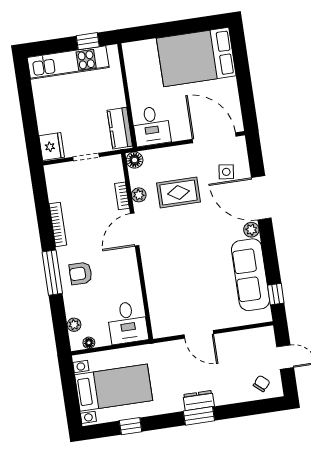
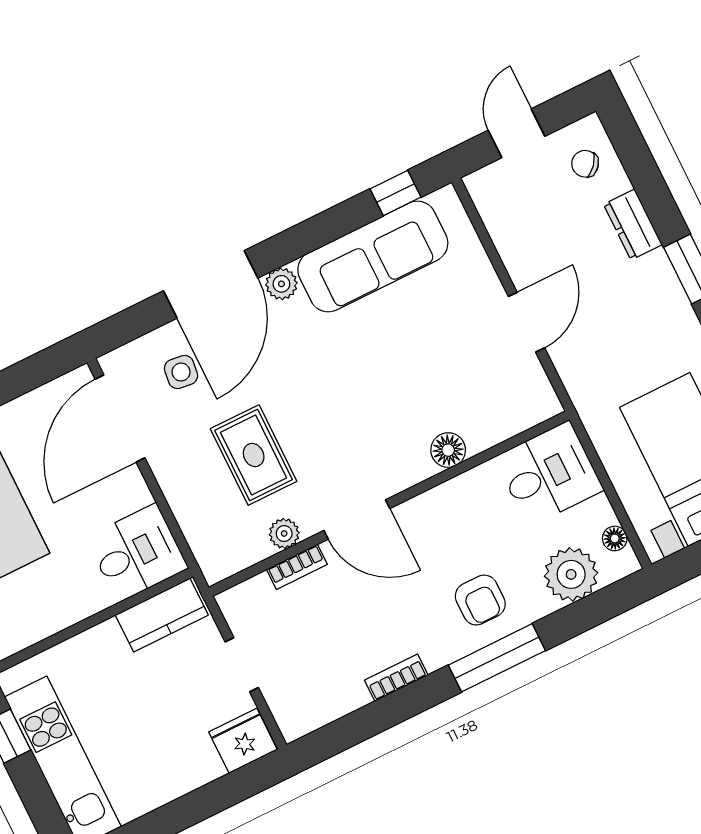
floor lamp: (135, 160) -> (448, 450), moved
bookcase: (58, 224) -> (396, 678), width x0.64
plant: (74, 325) -> (571, 574), width x1.88, depth x1.88
dresser: (199, 400) -> (633, 225), moved

